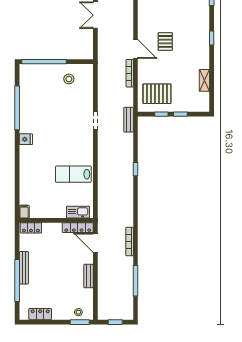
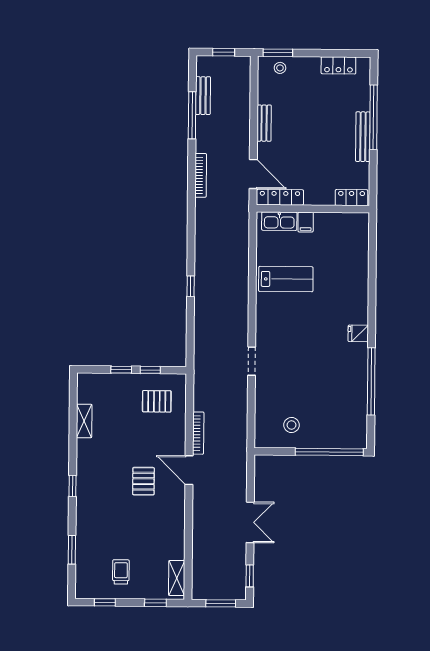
pallet: (157, 94) -> (157, 401), width x0.67, depth x0.71
bench: (129, 120) -> (203, 96), moved
filing cabinet: (24, 212) -> (306, 222), moved

